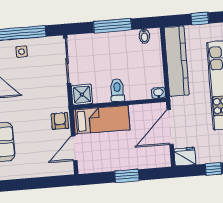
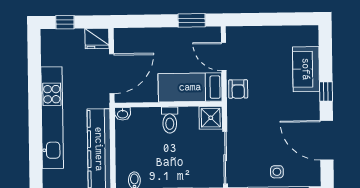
door: (74, 148) -> (224, 56), swing flipped
window: (127, 176) -> (192, 20), moved

